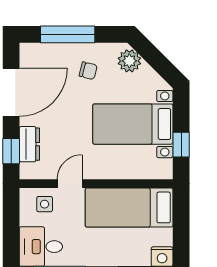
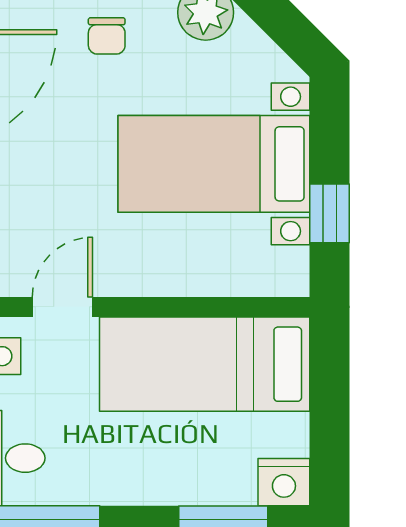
chair: (88, 71) -> (107, 36), turned 76

